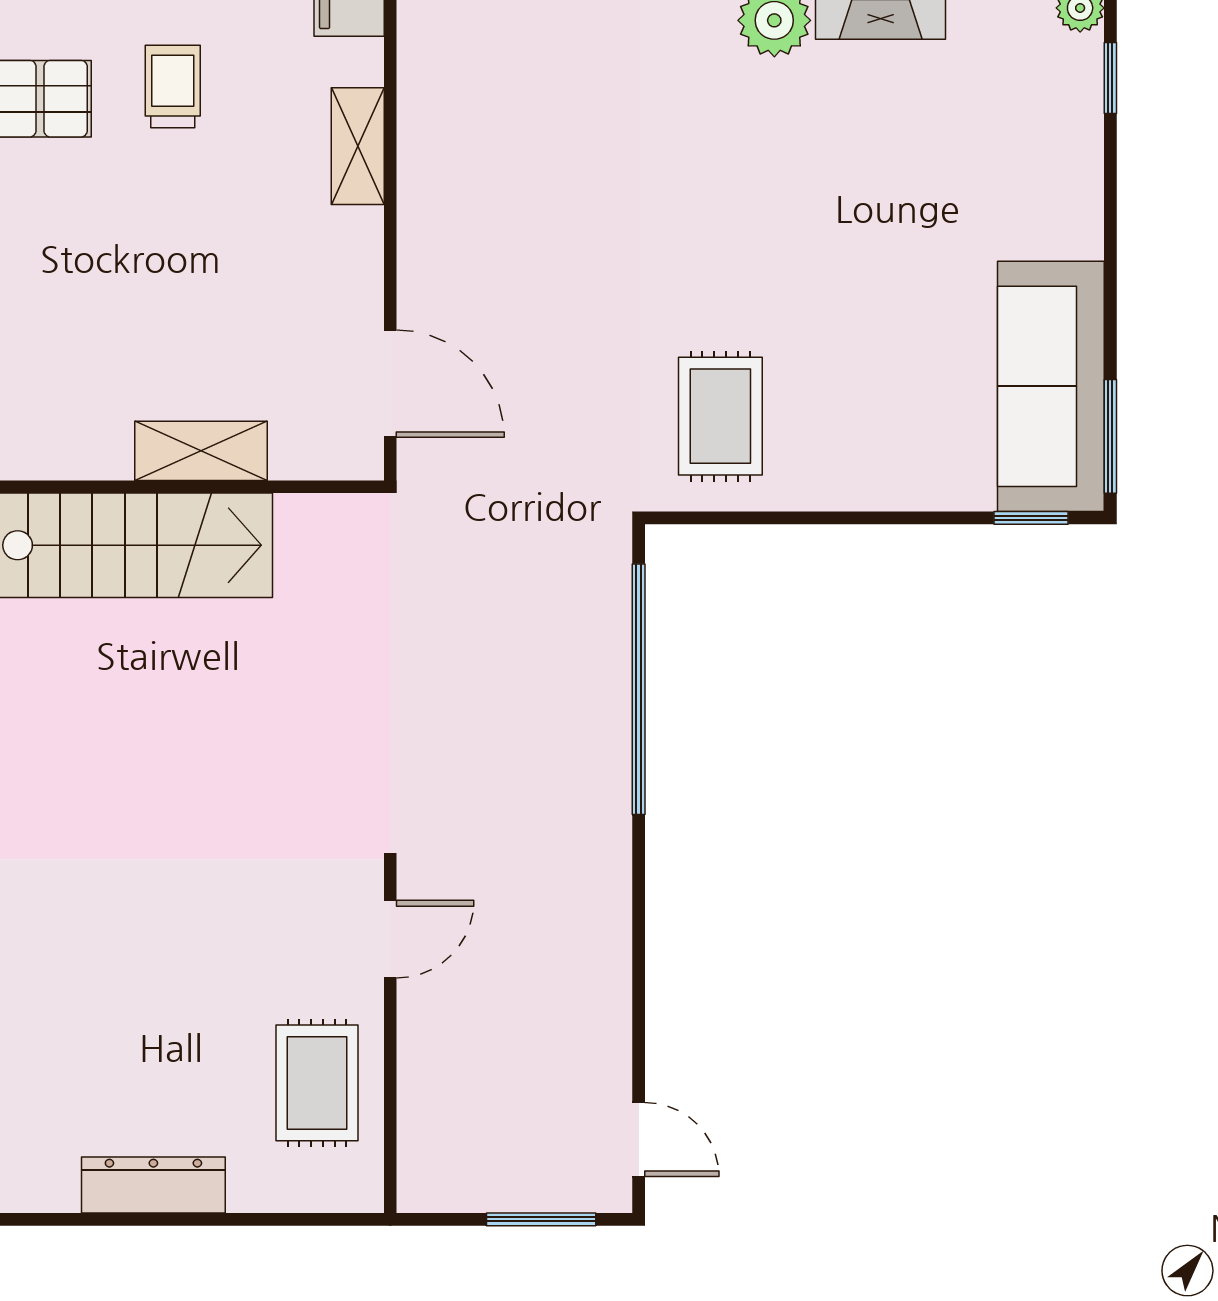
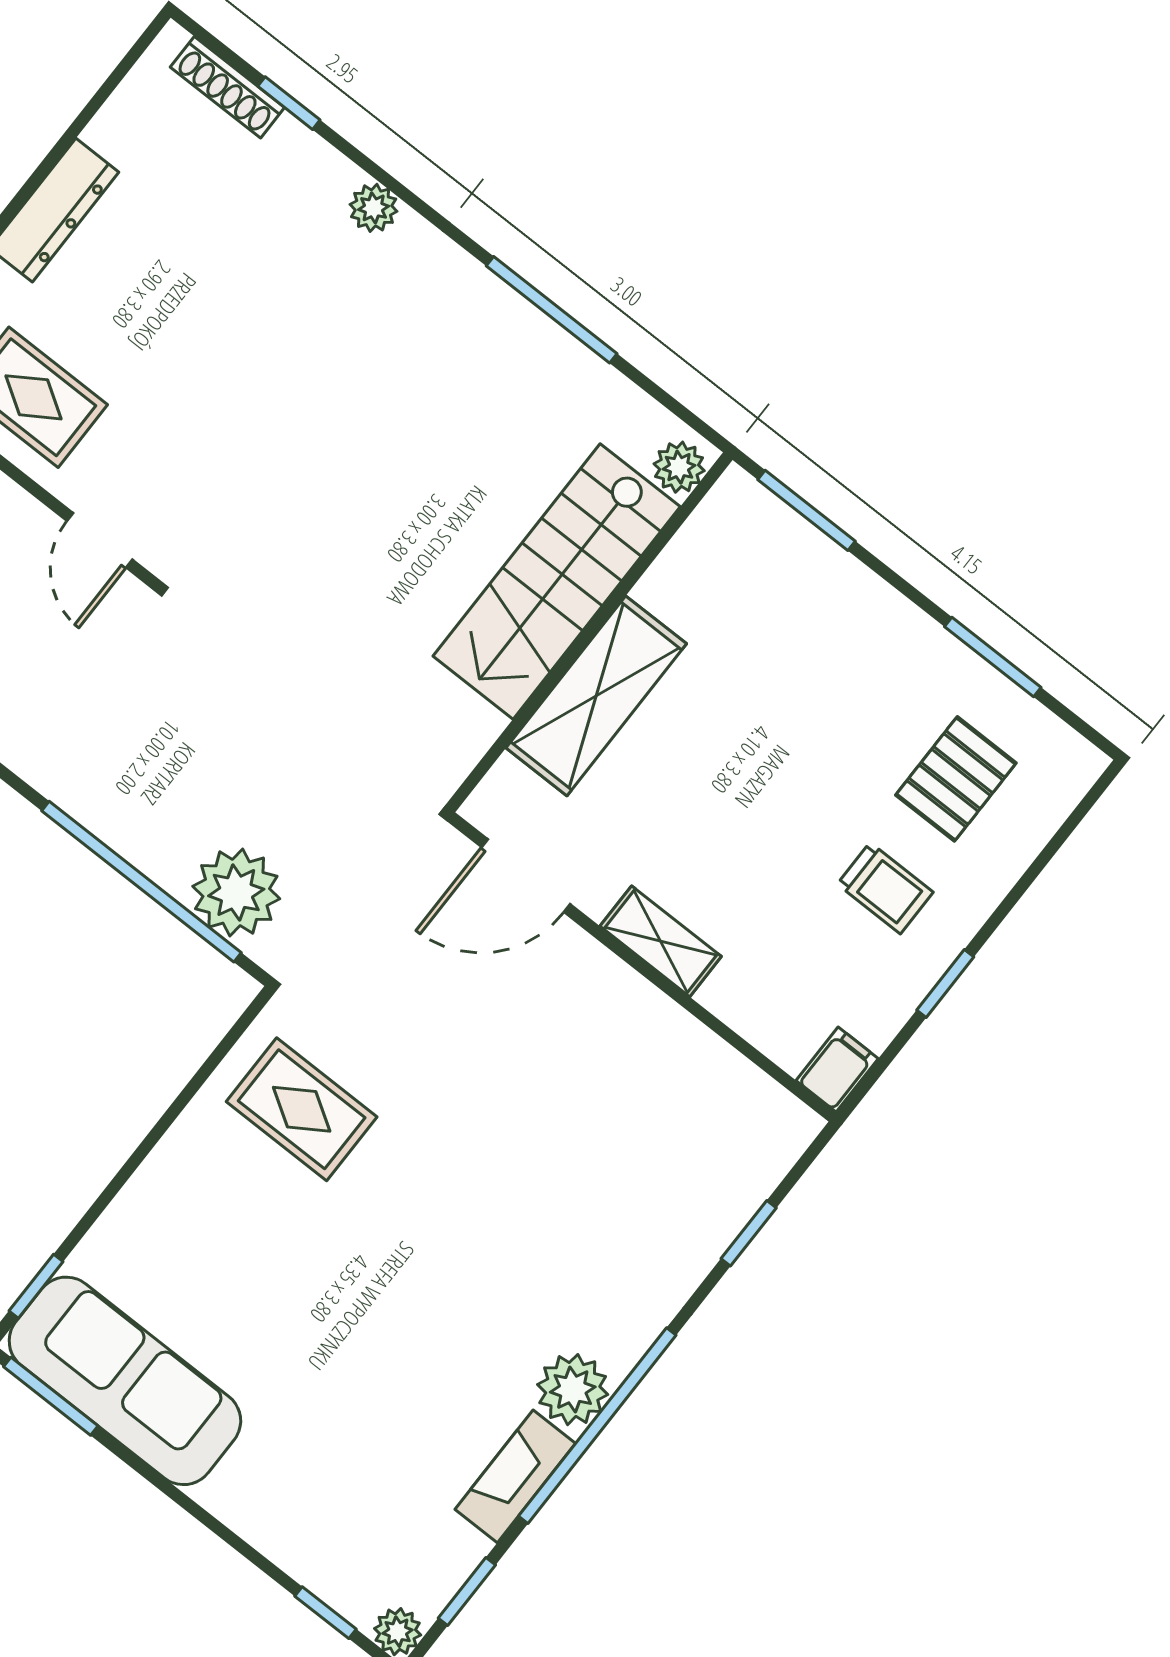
shelving: (358, 146) -> (661, 941), moved
shelving: (201, 451) -> (596, 696), width x1.50, depth x1.33
plant: (587, 606) -> (236, 893), added

